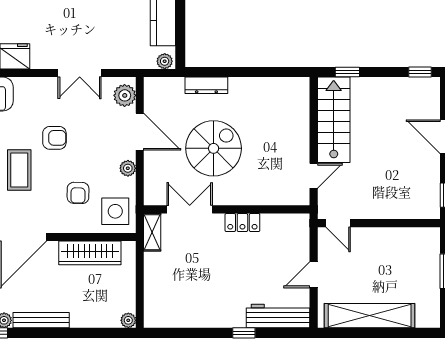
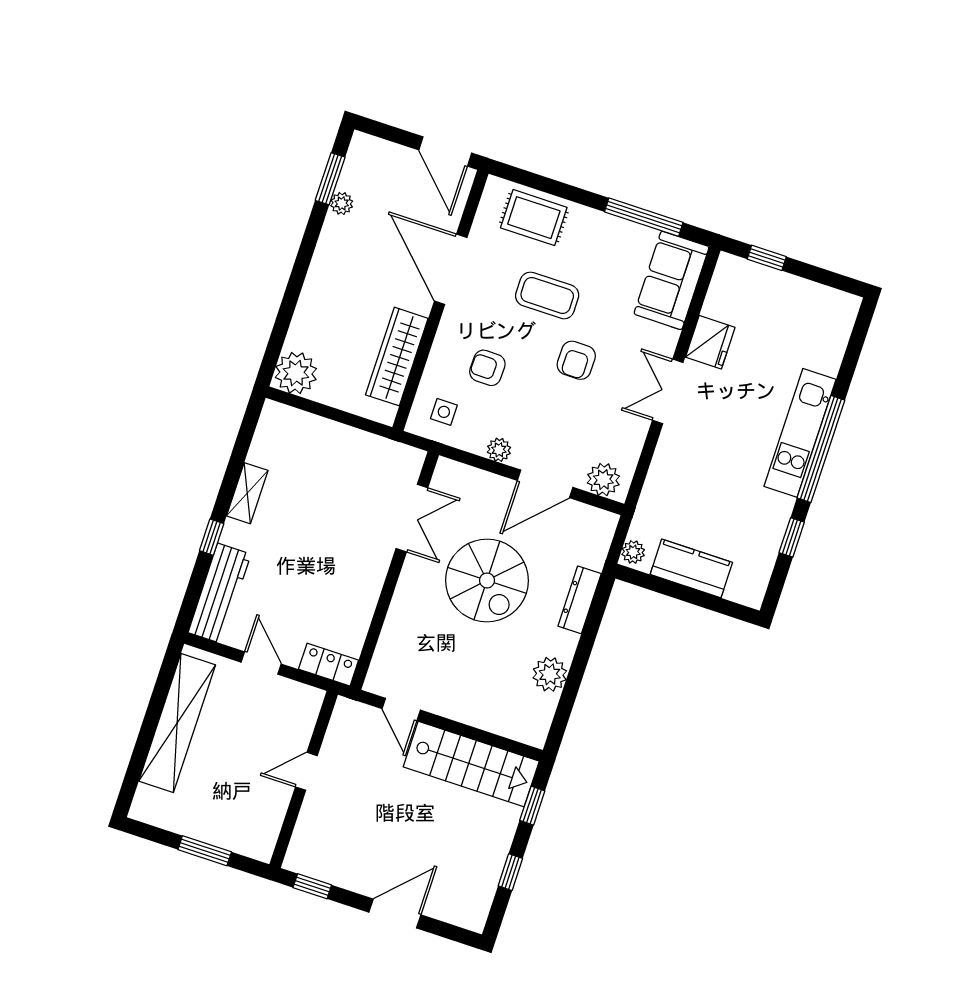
window: (420, 72) -> (510, 872), moved
double door: (80, 73) -> (668, 391), moved
plant: (260, 89) -> (550, 674), added
side table: (115, 211) -> (444, 412), width x0.54, depth x0.54
locker: (242, 223) -> (329, 665), moved, turned 90
door: (338, 223) -> (306, 771), moved
shelving: (152, 232) -> (247, 493), moved, turned 90
bench: (41, 320) -> (325, 256), removed
plant: (128, 320) -> (296, 373), width x1.88, depth x1.88

